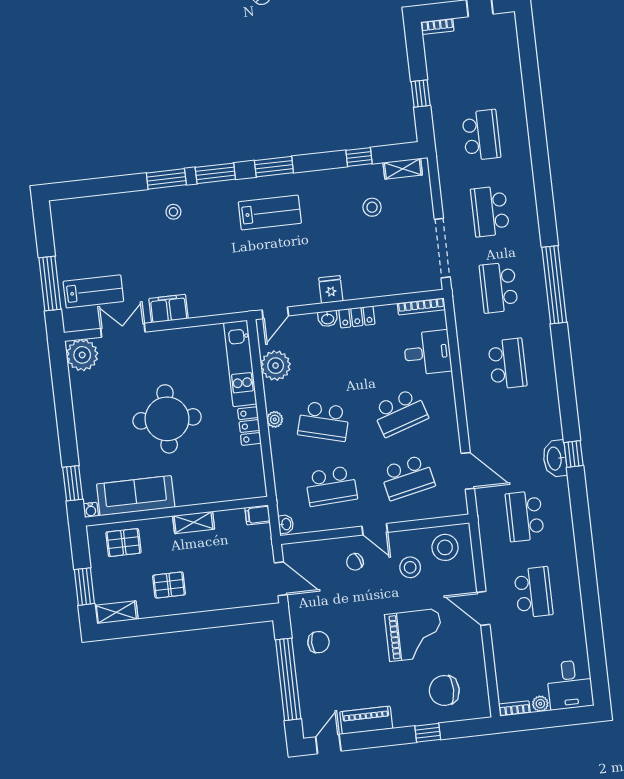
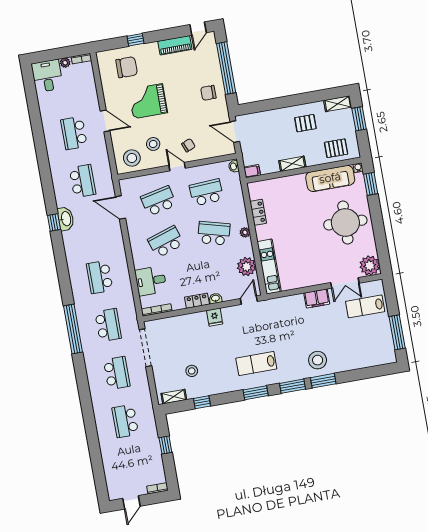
stool: (173, 212) -> (318, 360), width x1.89, depth x1.89
window: (50, 283) -> (397, 332), moved
round table: (167, 419) -> (345, 223), moved
locker: (249, 426) -> (258, 212), moved

